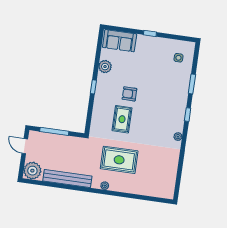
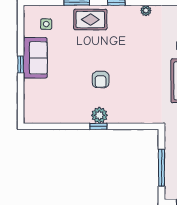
sofa: (120, 41) -> (35, 58), moved
plant: (105, 67) -> (99, 115), moved
rug: (122, 119) -> (90, 20), moved

